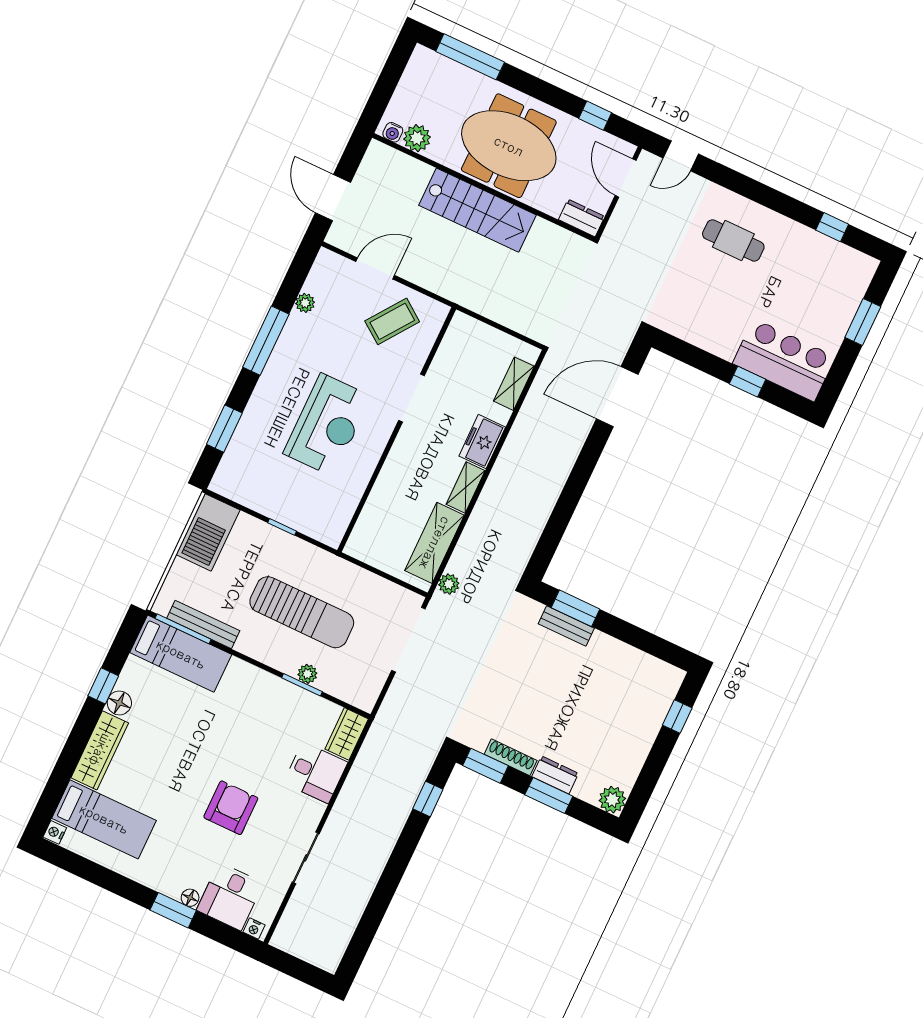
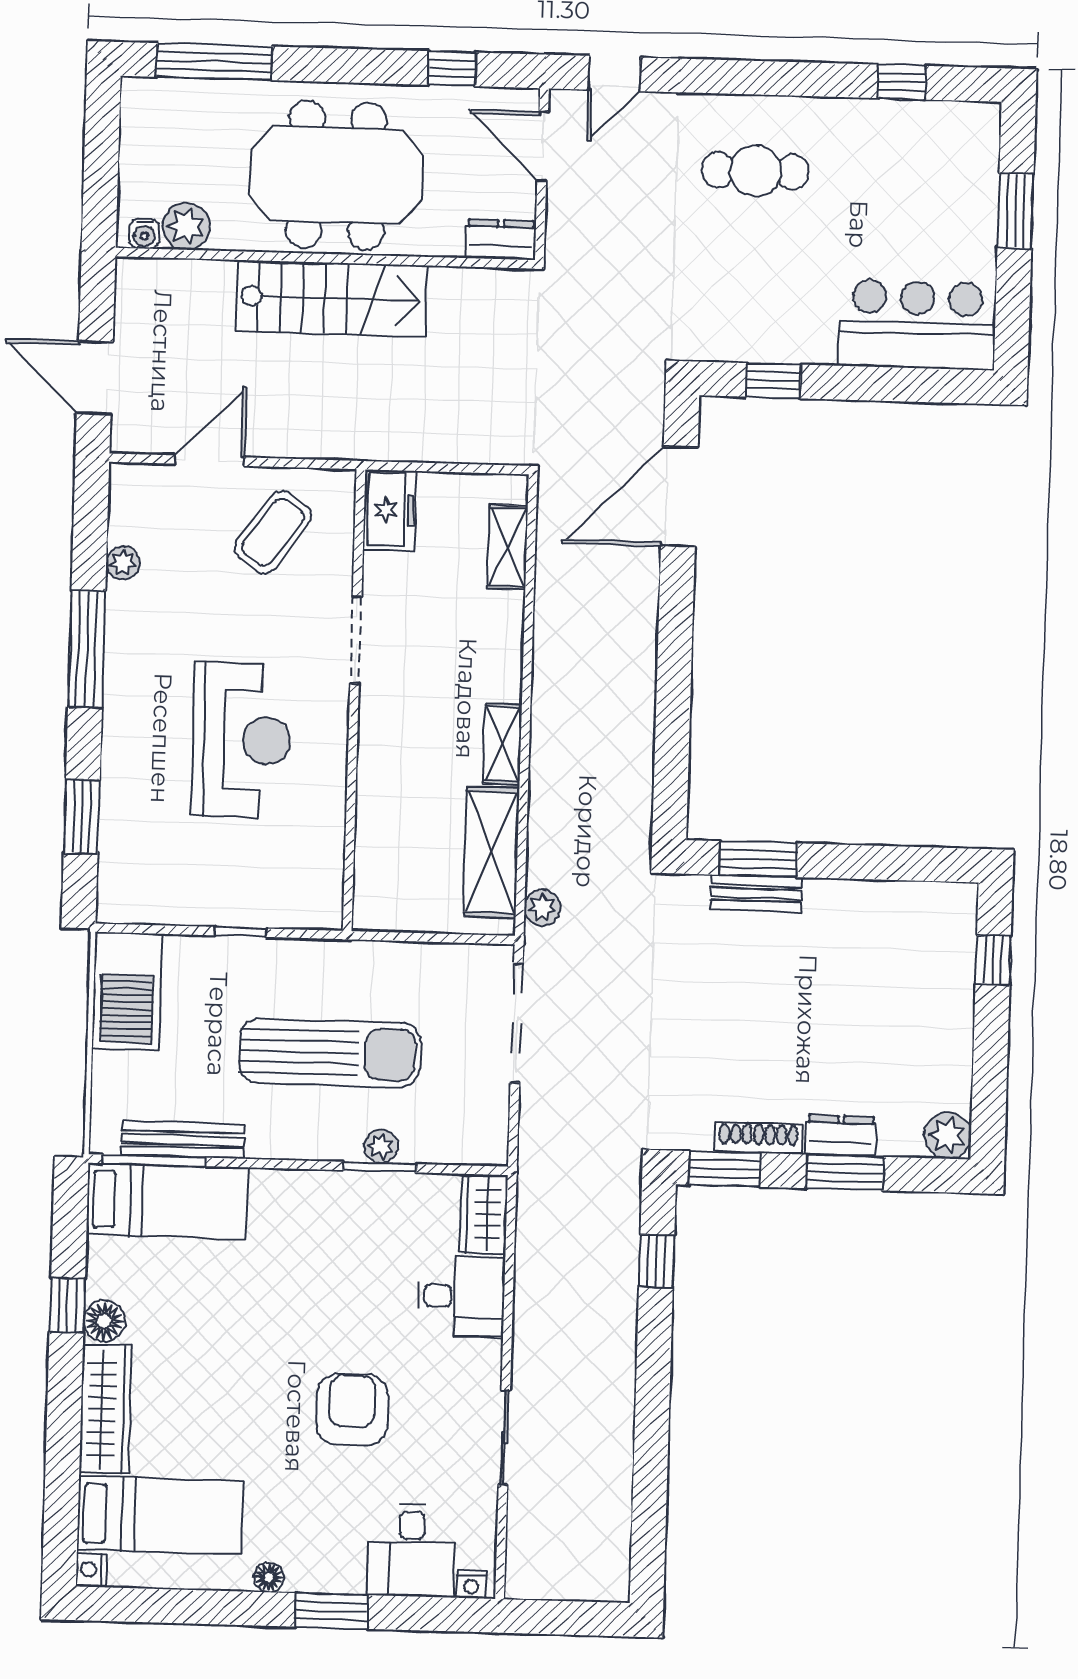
window: (748, 382) -> (773, 381), moved
freezer: (482, 442) -> (390, 510), moved, turned 180
floor lamp: (190, 898) -> (269, 1577), moved

